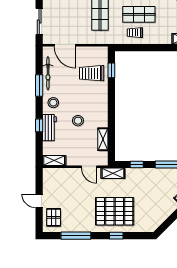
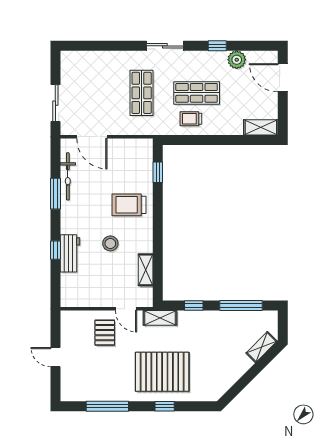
trolley: (92, 73) -> (129, 205), moved
stool: (53, 103) -> (75, 218), removed
shelving: (54, 161) -> (77, 300), removed
pallet: (54, 217) -> (105, 333), moved

